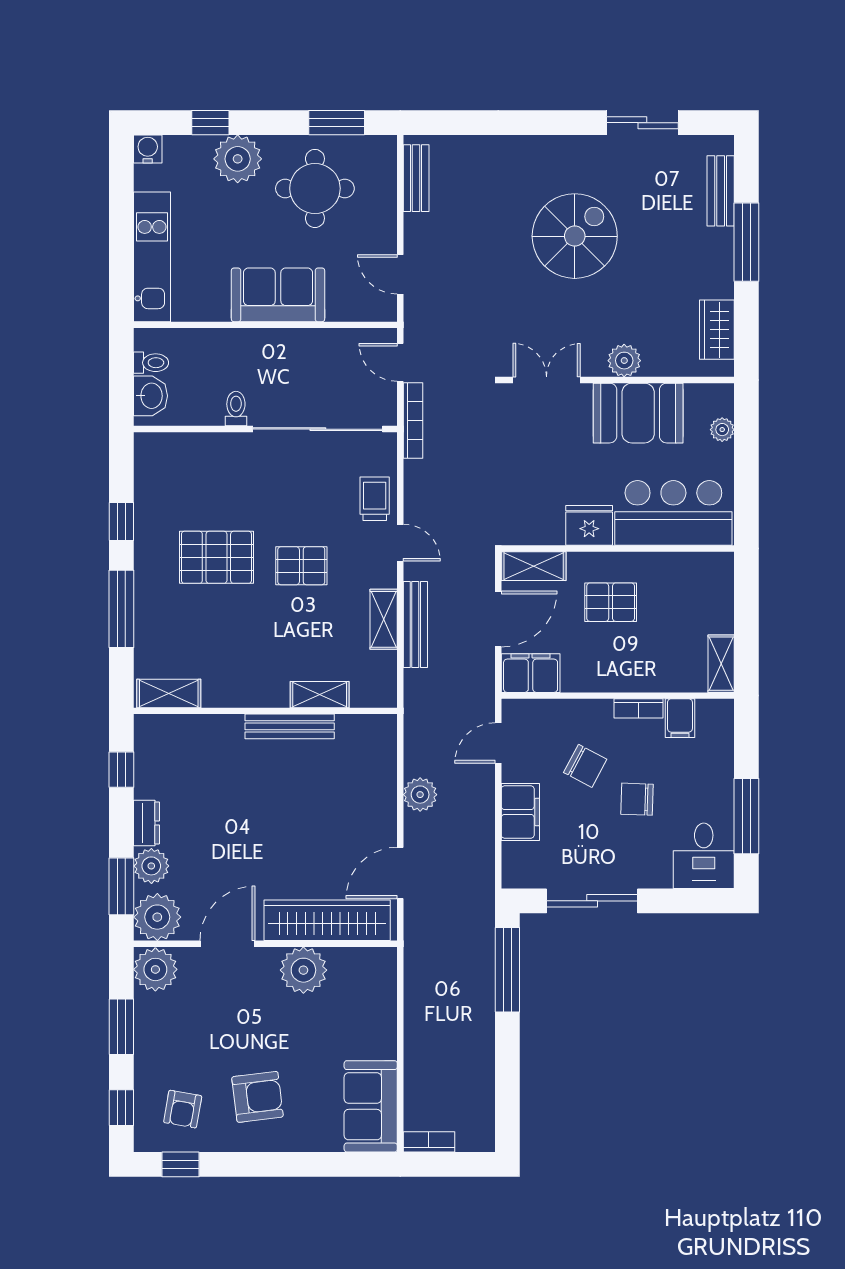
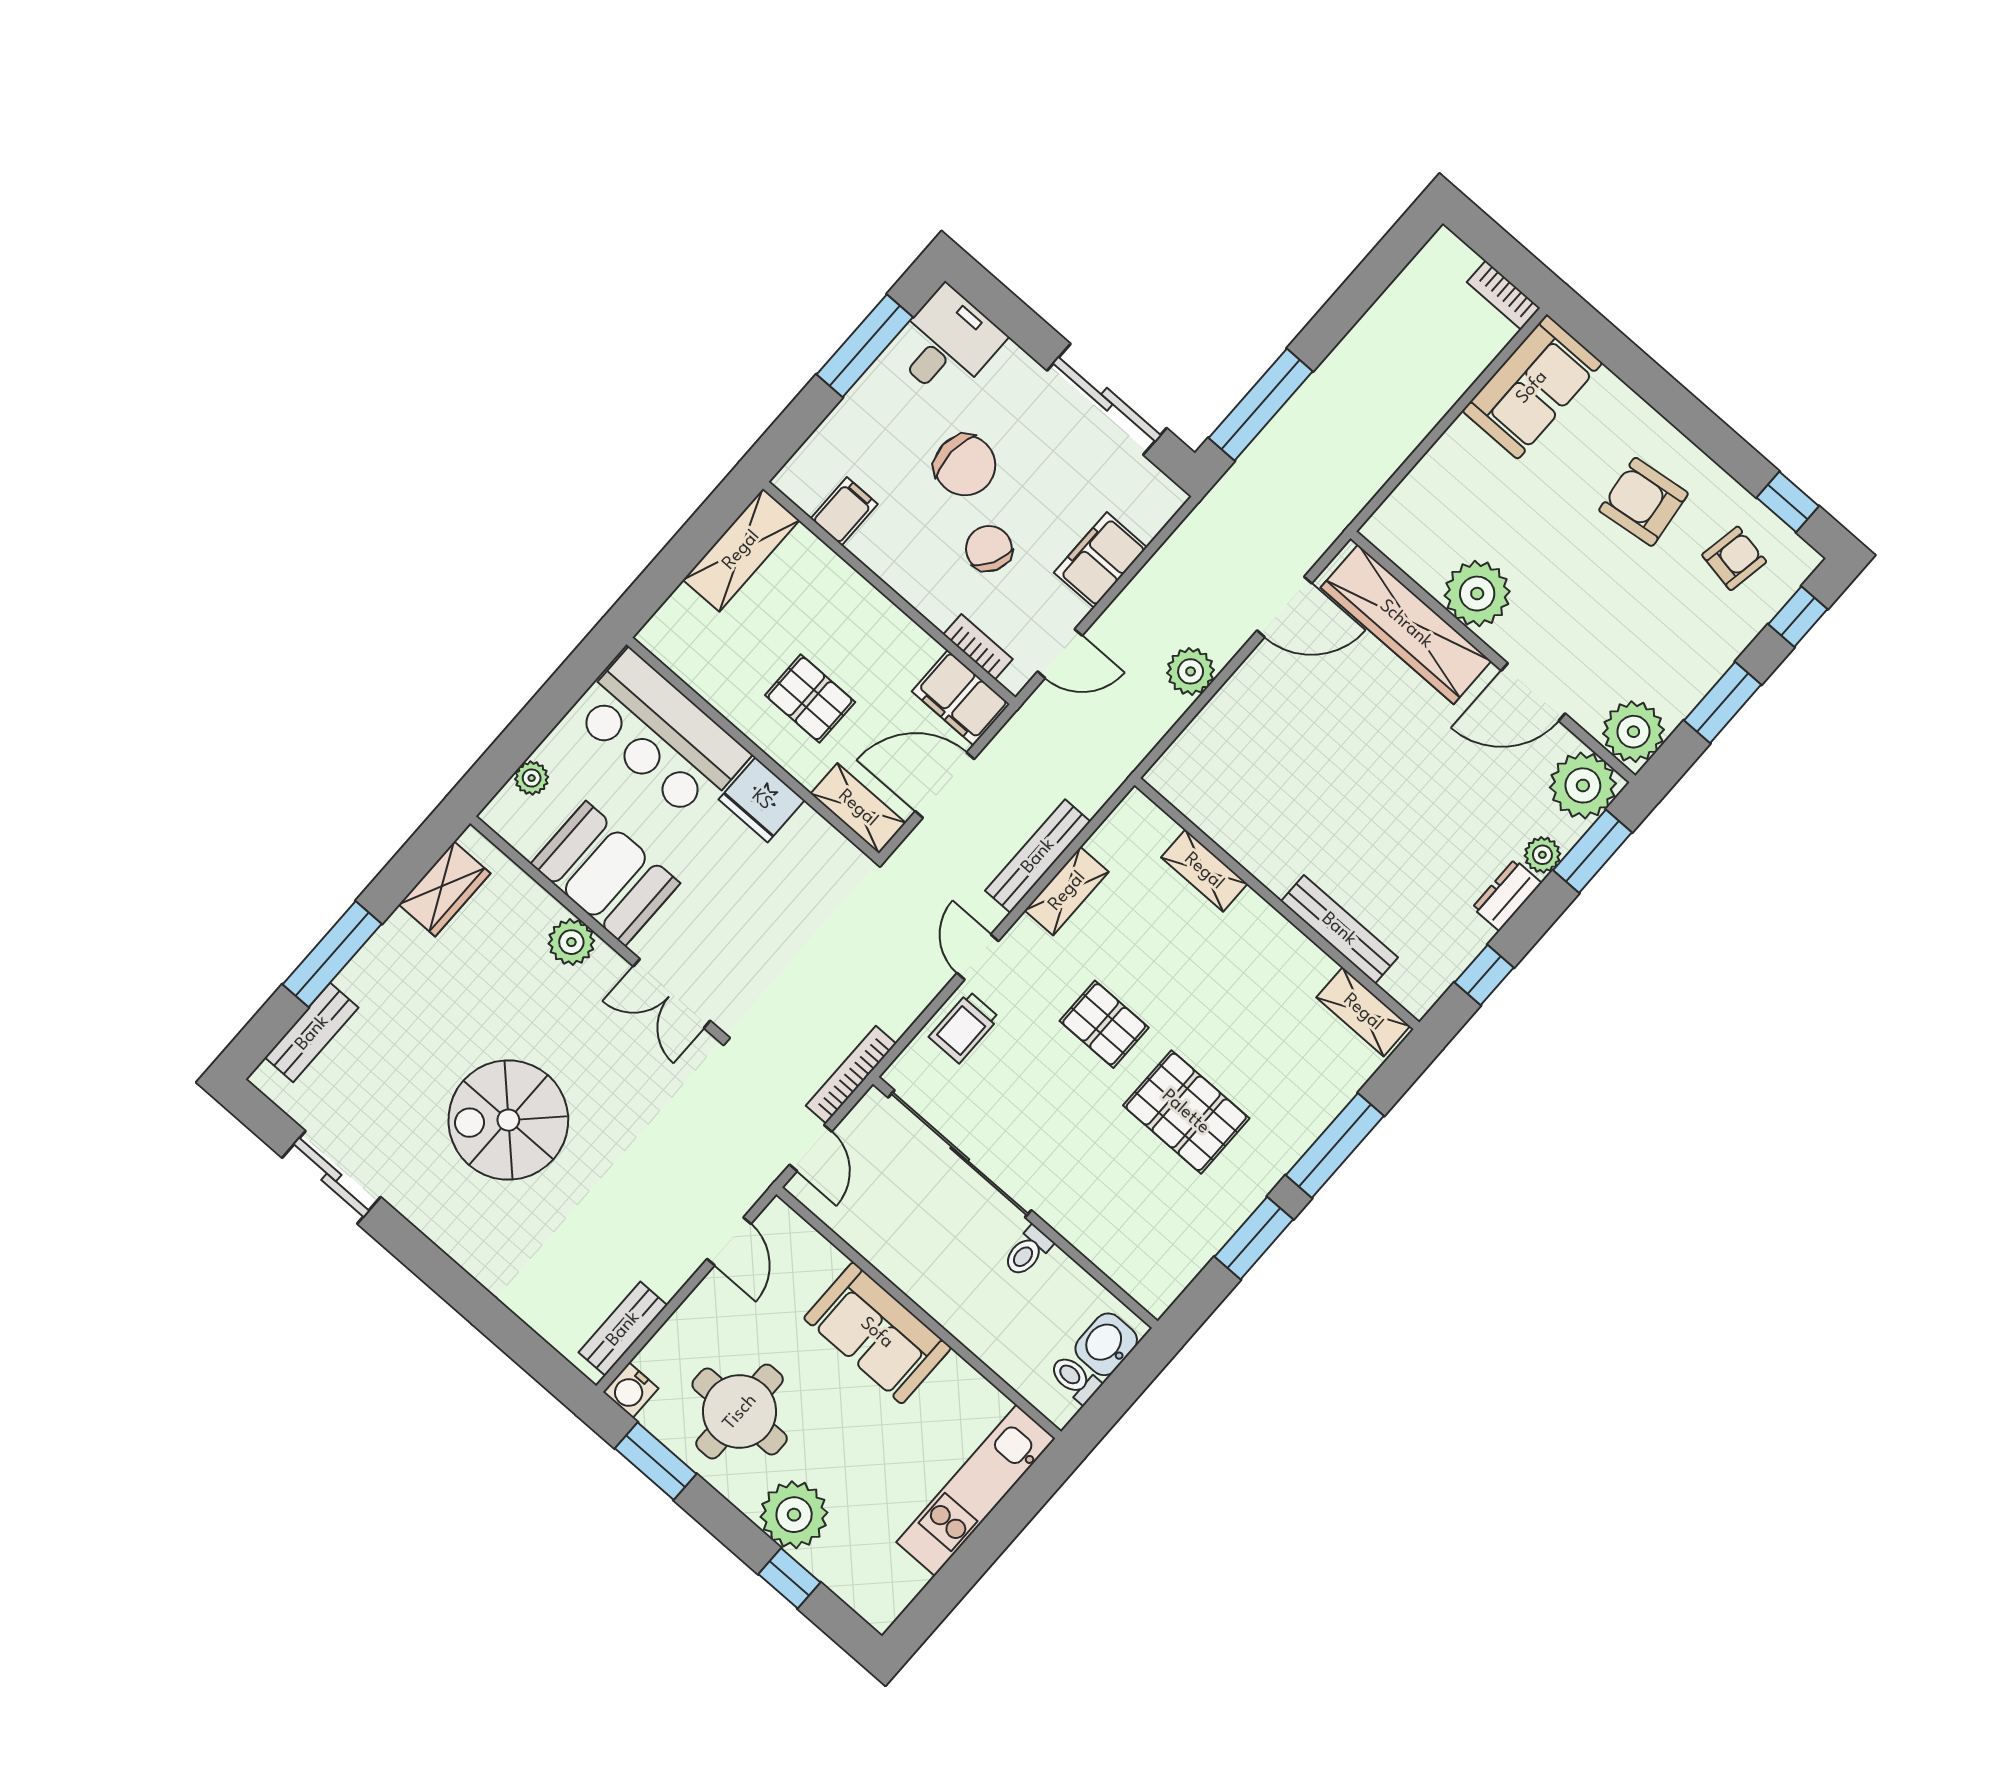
water cooler: (148, 149) -> (631, 1390), moved
window: (121, 522) -> (1254, 1238), width x1.50
shelving: (721, 664) -> (741, 550), width x1.50, depth x1.33
bookcase: (638, 708) -> (978, 647), moved
bench: (290, 726) -> (1339, 929), moved
chair: (637, 799) -> (965, 465), width x1.37, depth x1.37
plant: (151, 866) -> (1542, 855), width x0.73, depth x0.73

